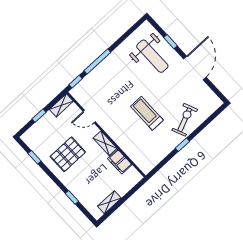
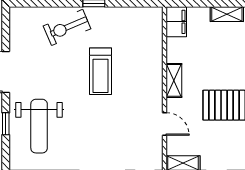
weight bench: (152, 56) -> (39, 126), turned 180
filing cabinet: (120, 162) -> (176, 22), moved

